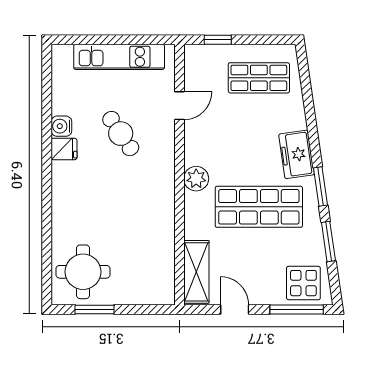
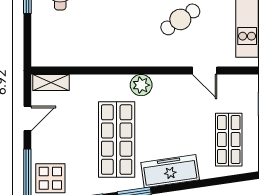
freezer: (297, 154) -> (170, 171), width x1.40
shelving: (196, 272) -> (51, 83), width x0.67, depth x0.75

